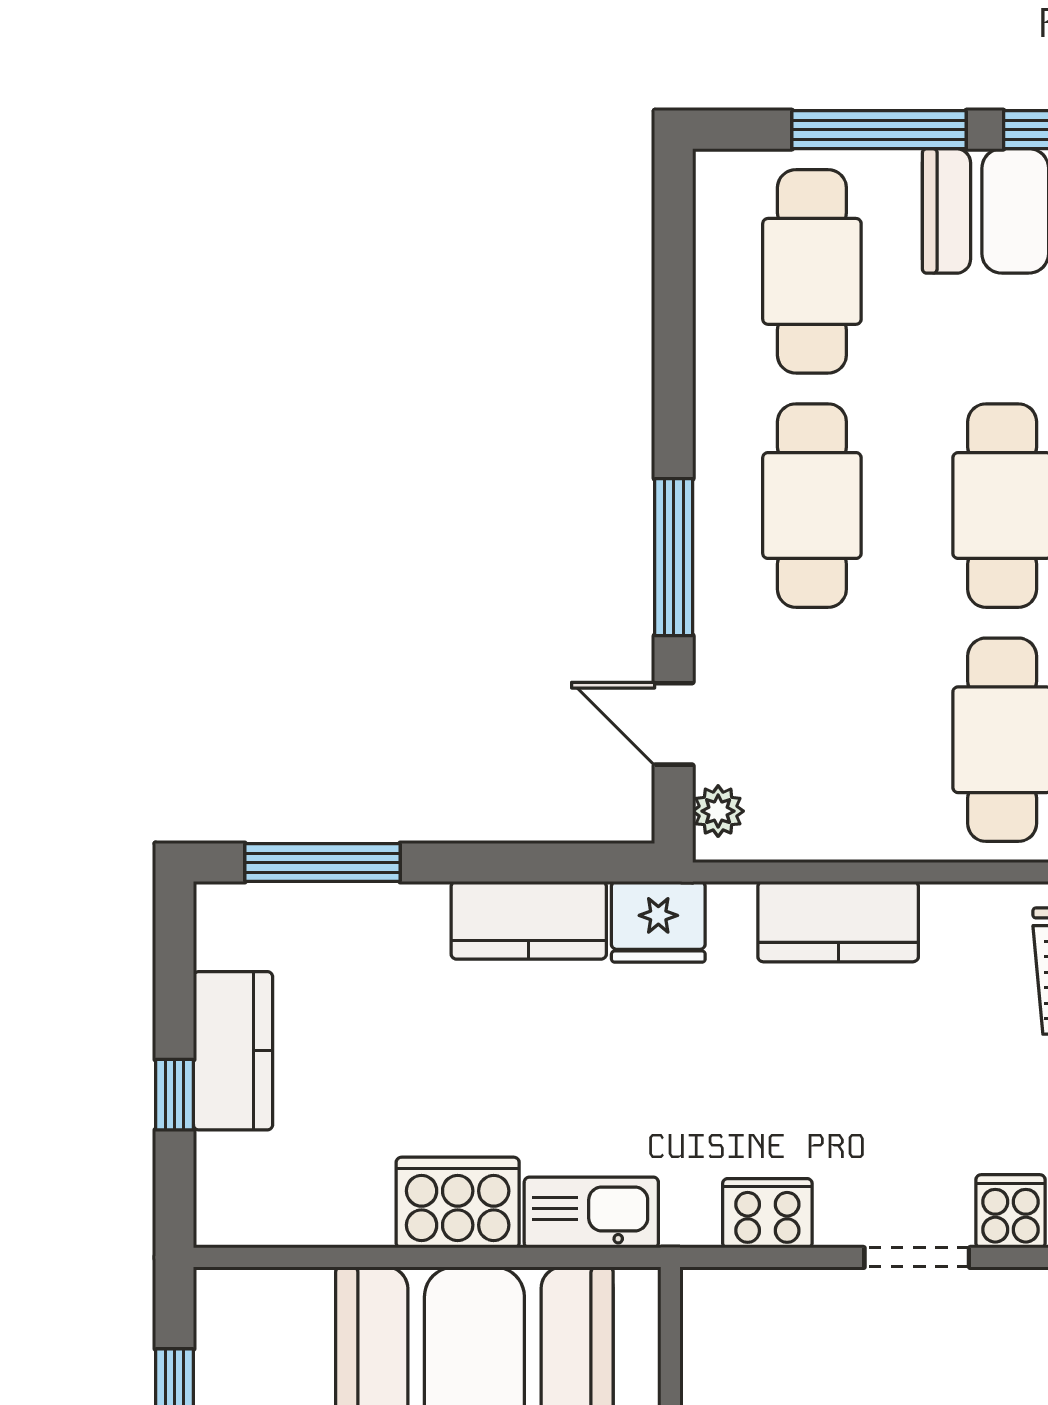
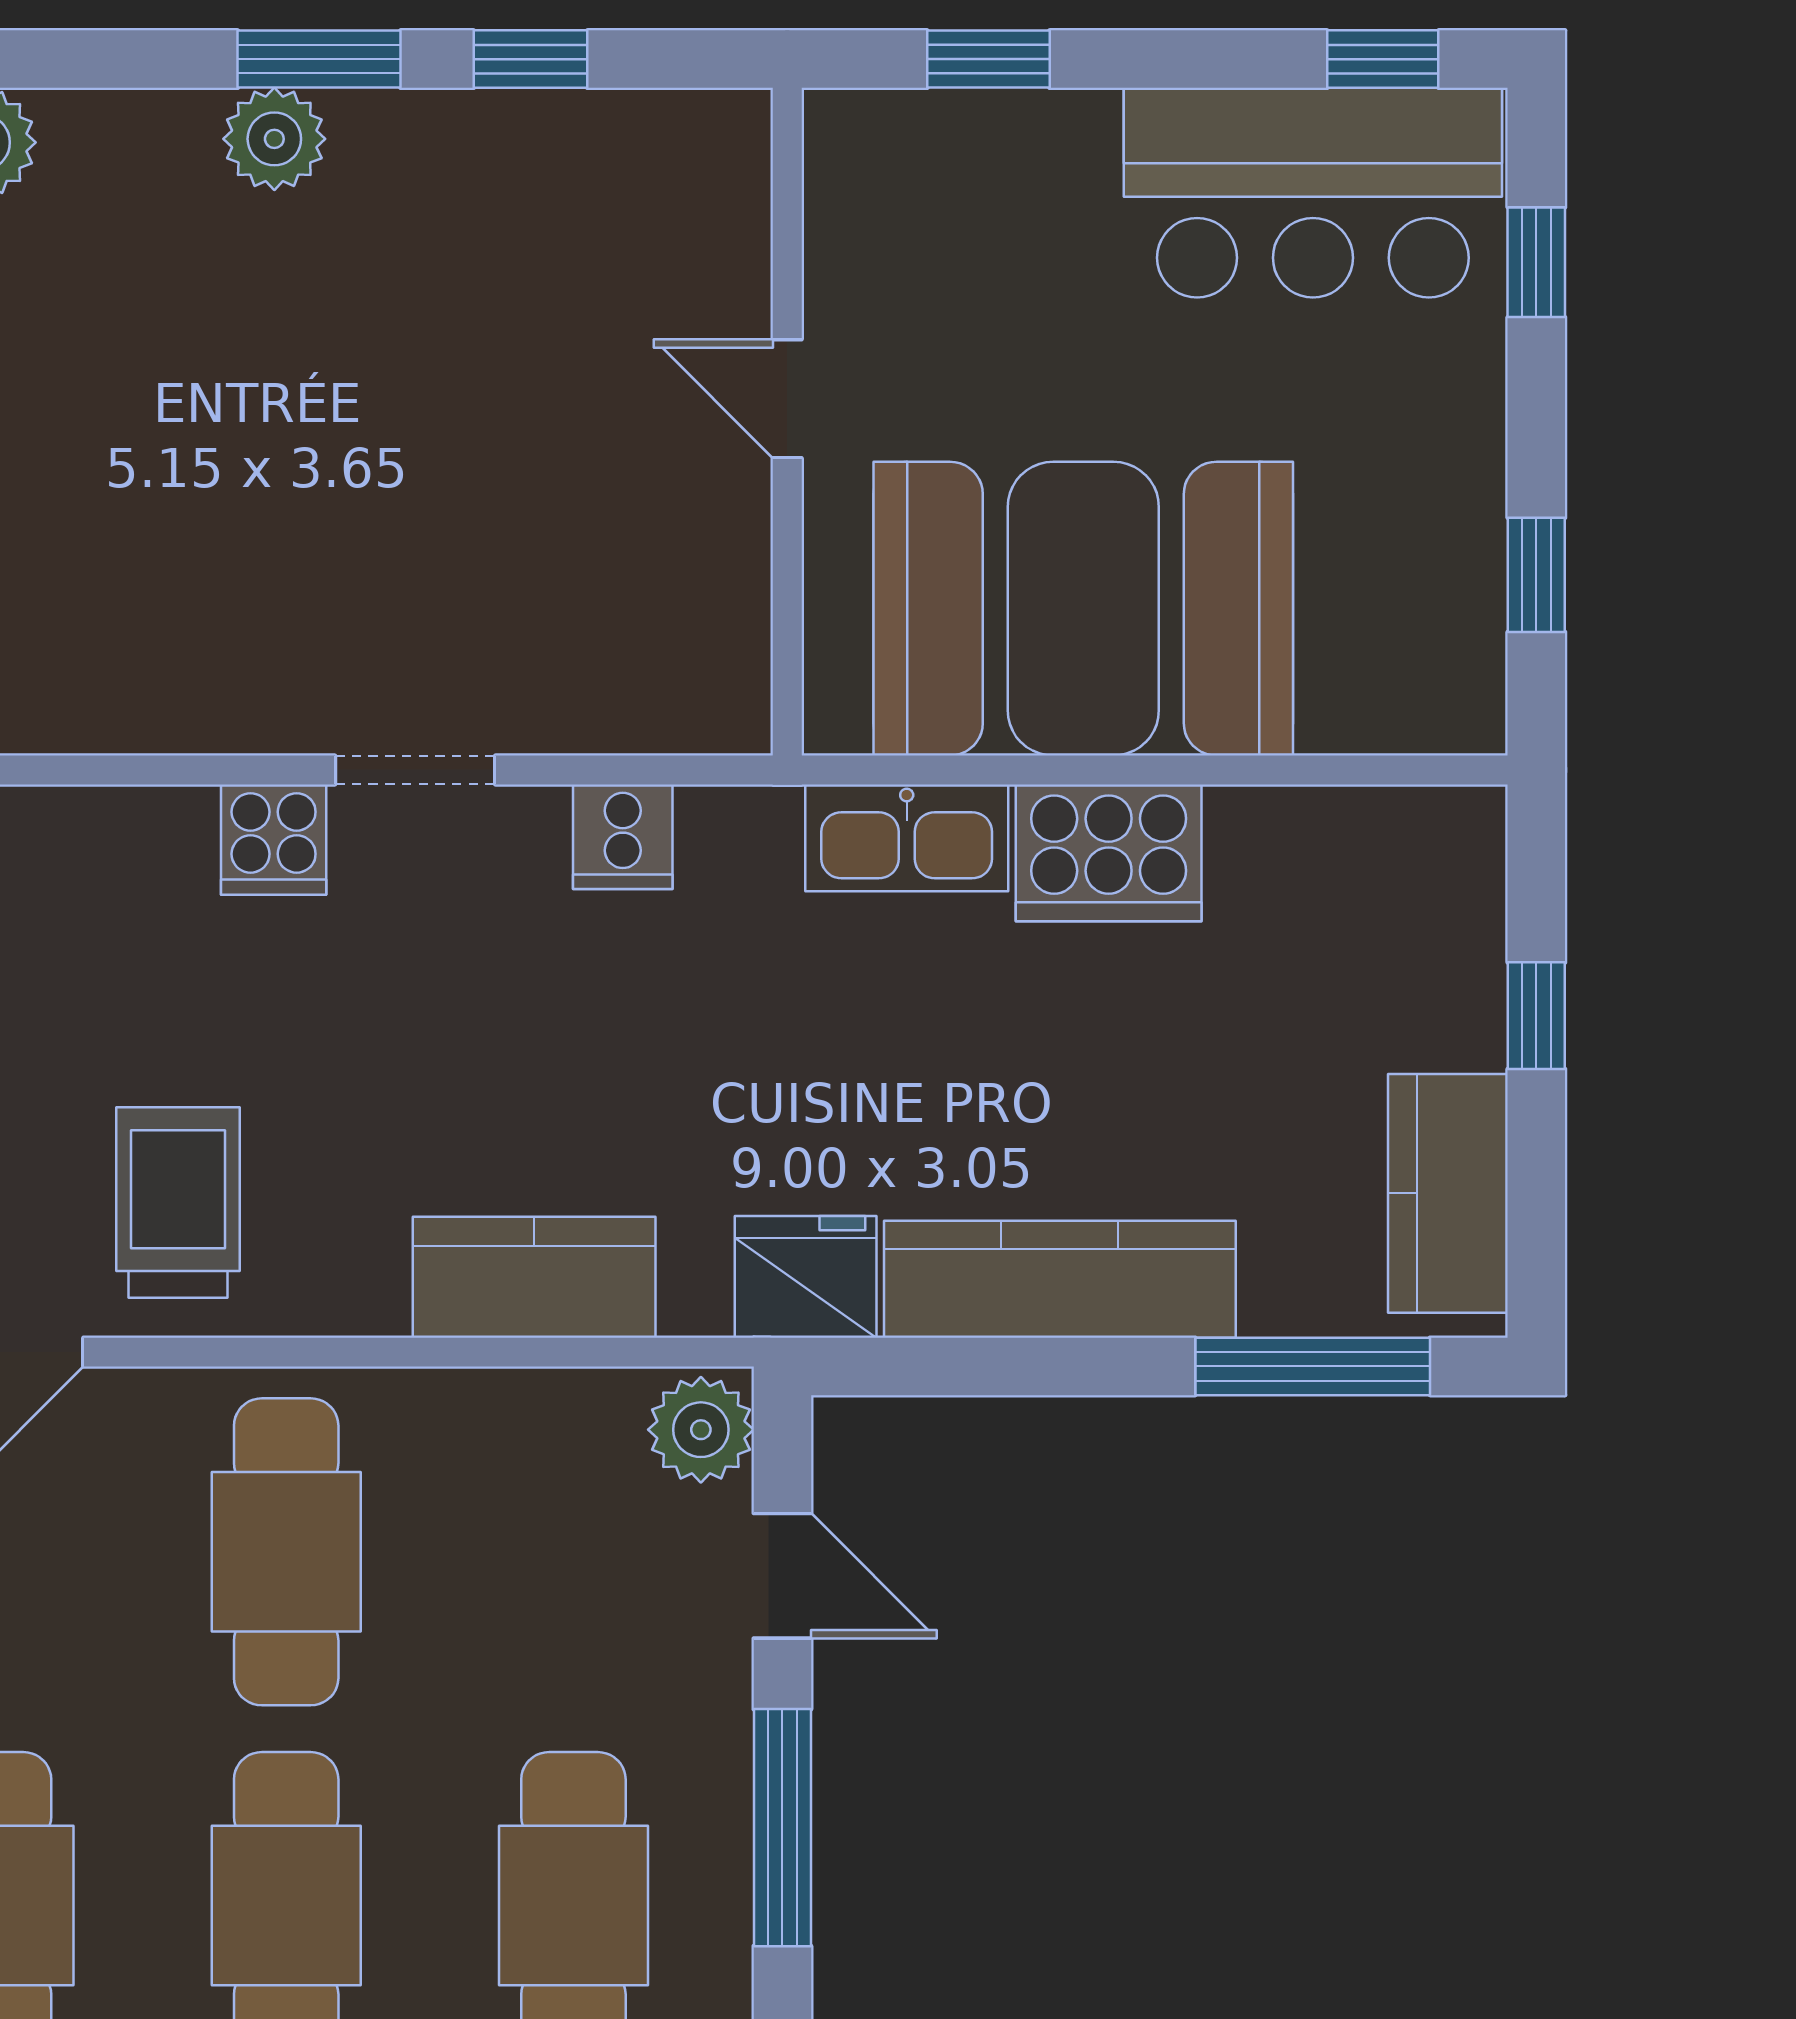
plant: (718, 811) -> (701, 1430), width x1.38, depth x1.38
kitchen counter: (529, 920) -> (1060, 1279), width x1.50
kitchen counter: (233, 1051) -> (1448, 1193), moved
cooker: (767, 1213) -> (623, 837), width x0.73

